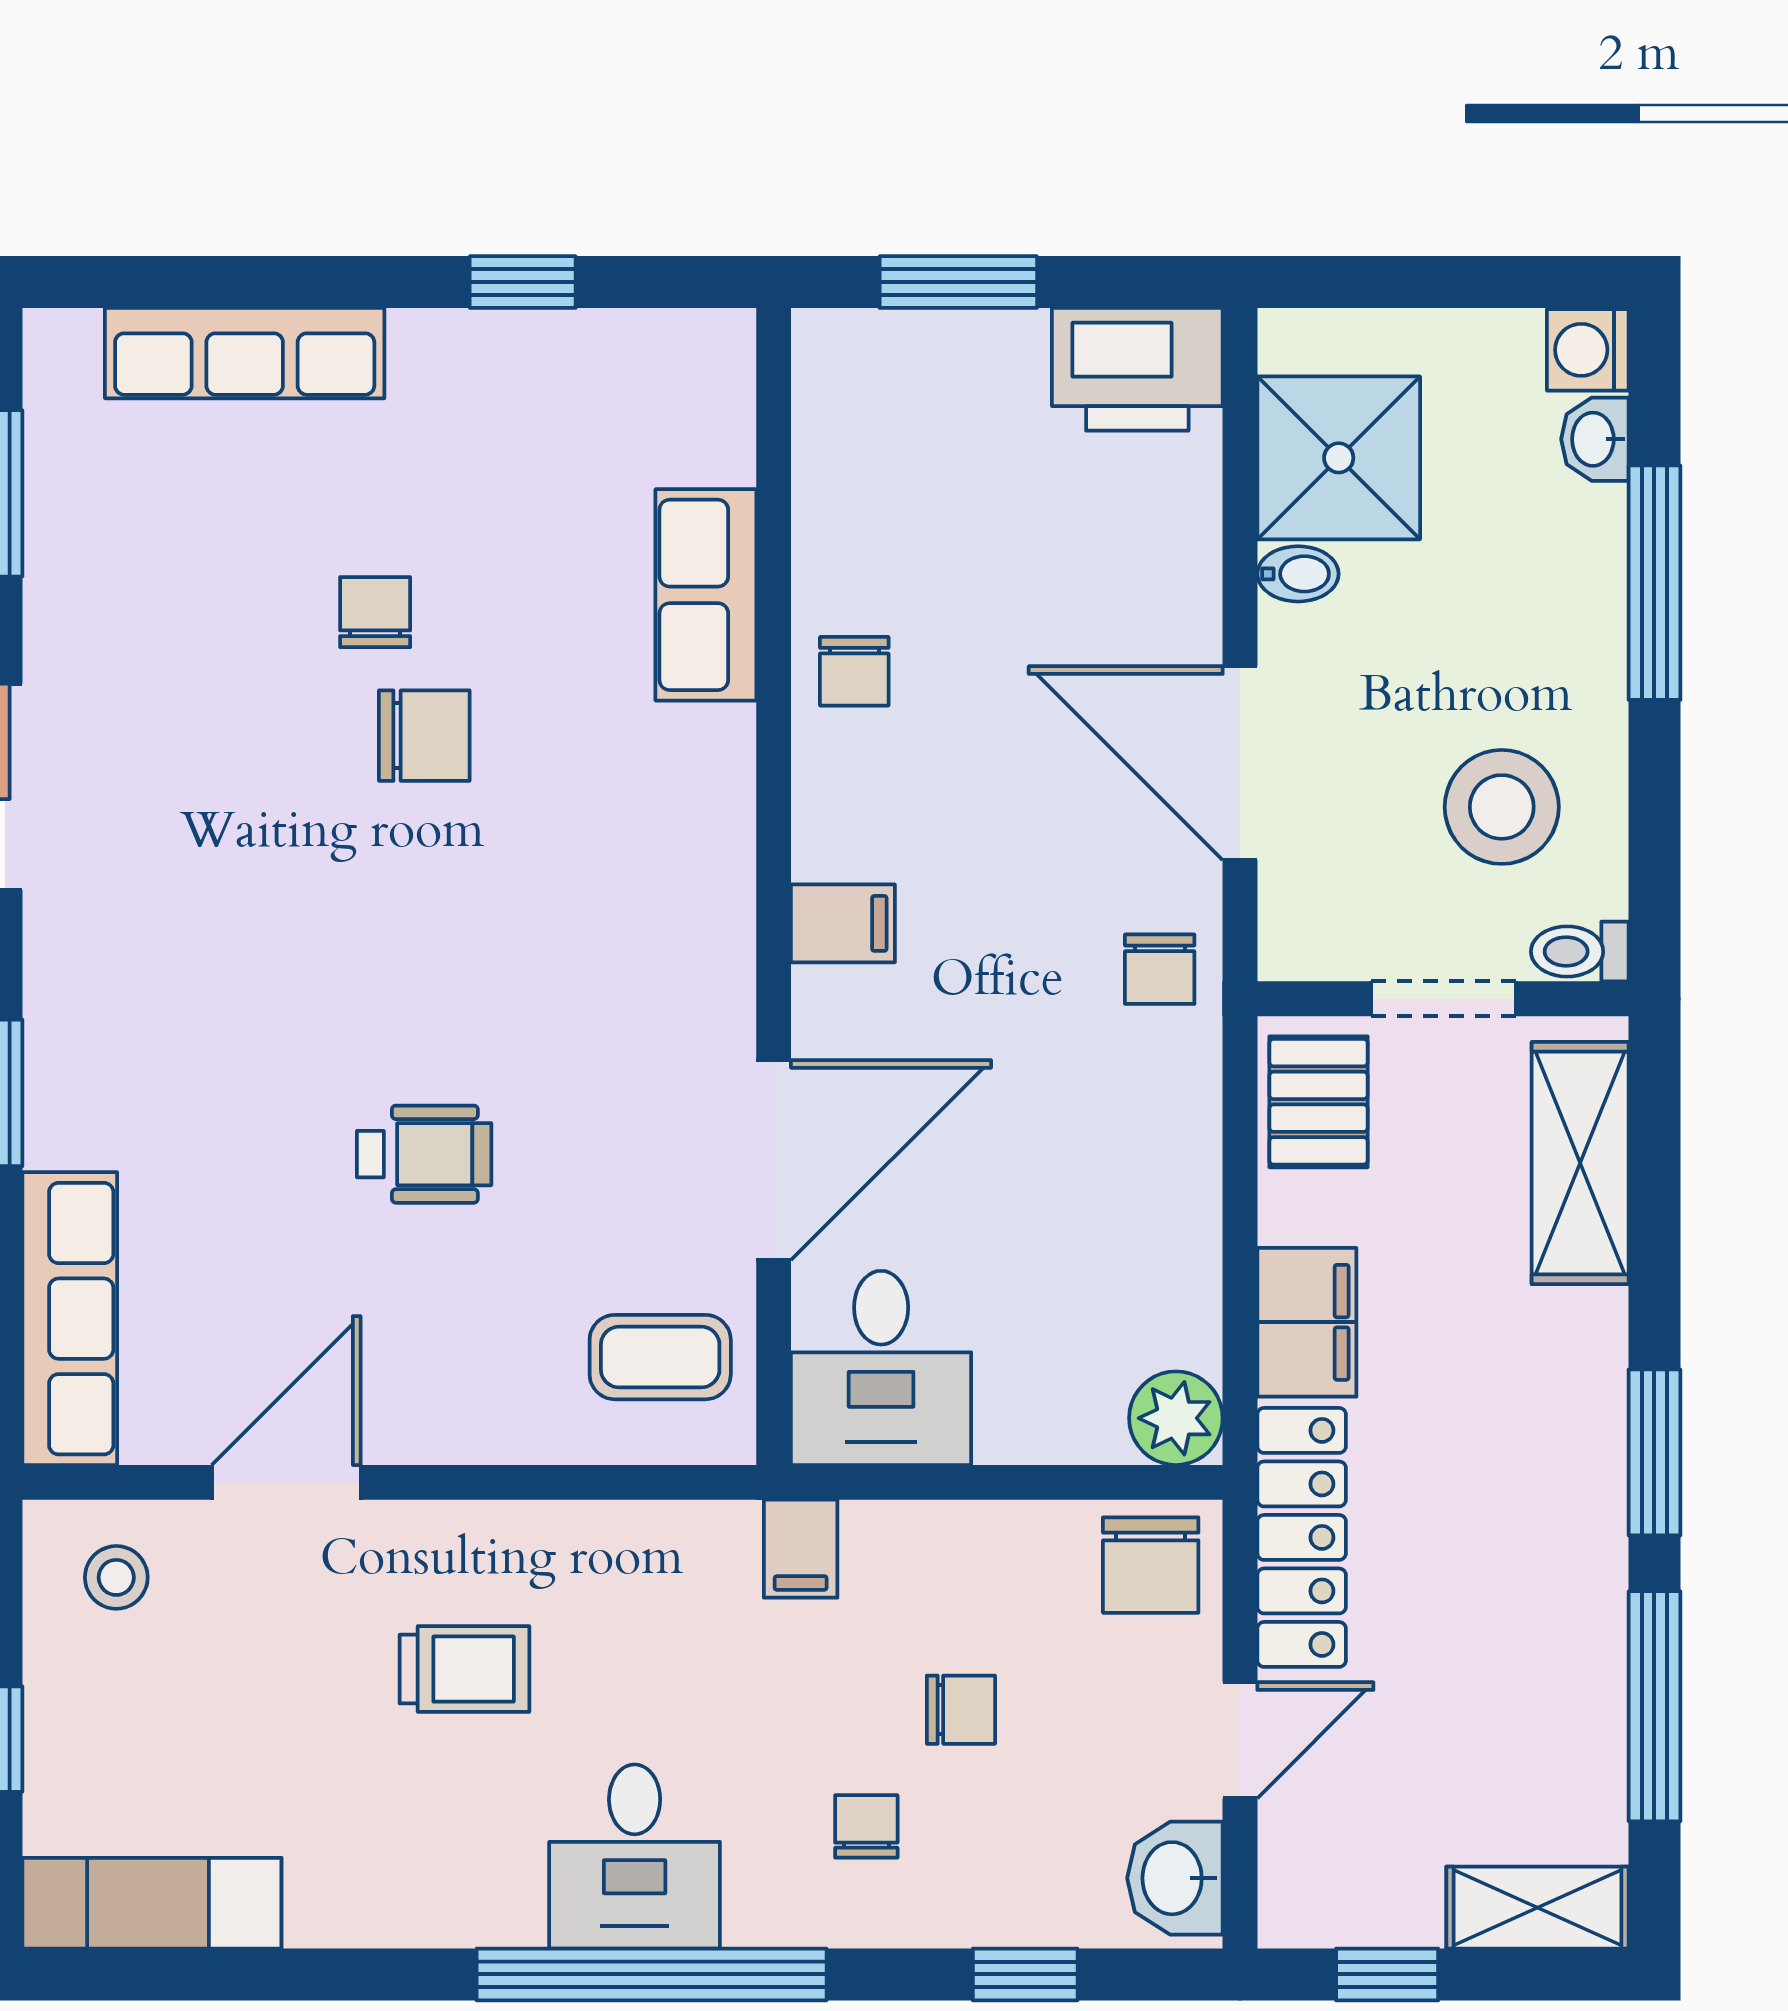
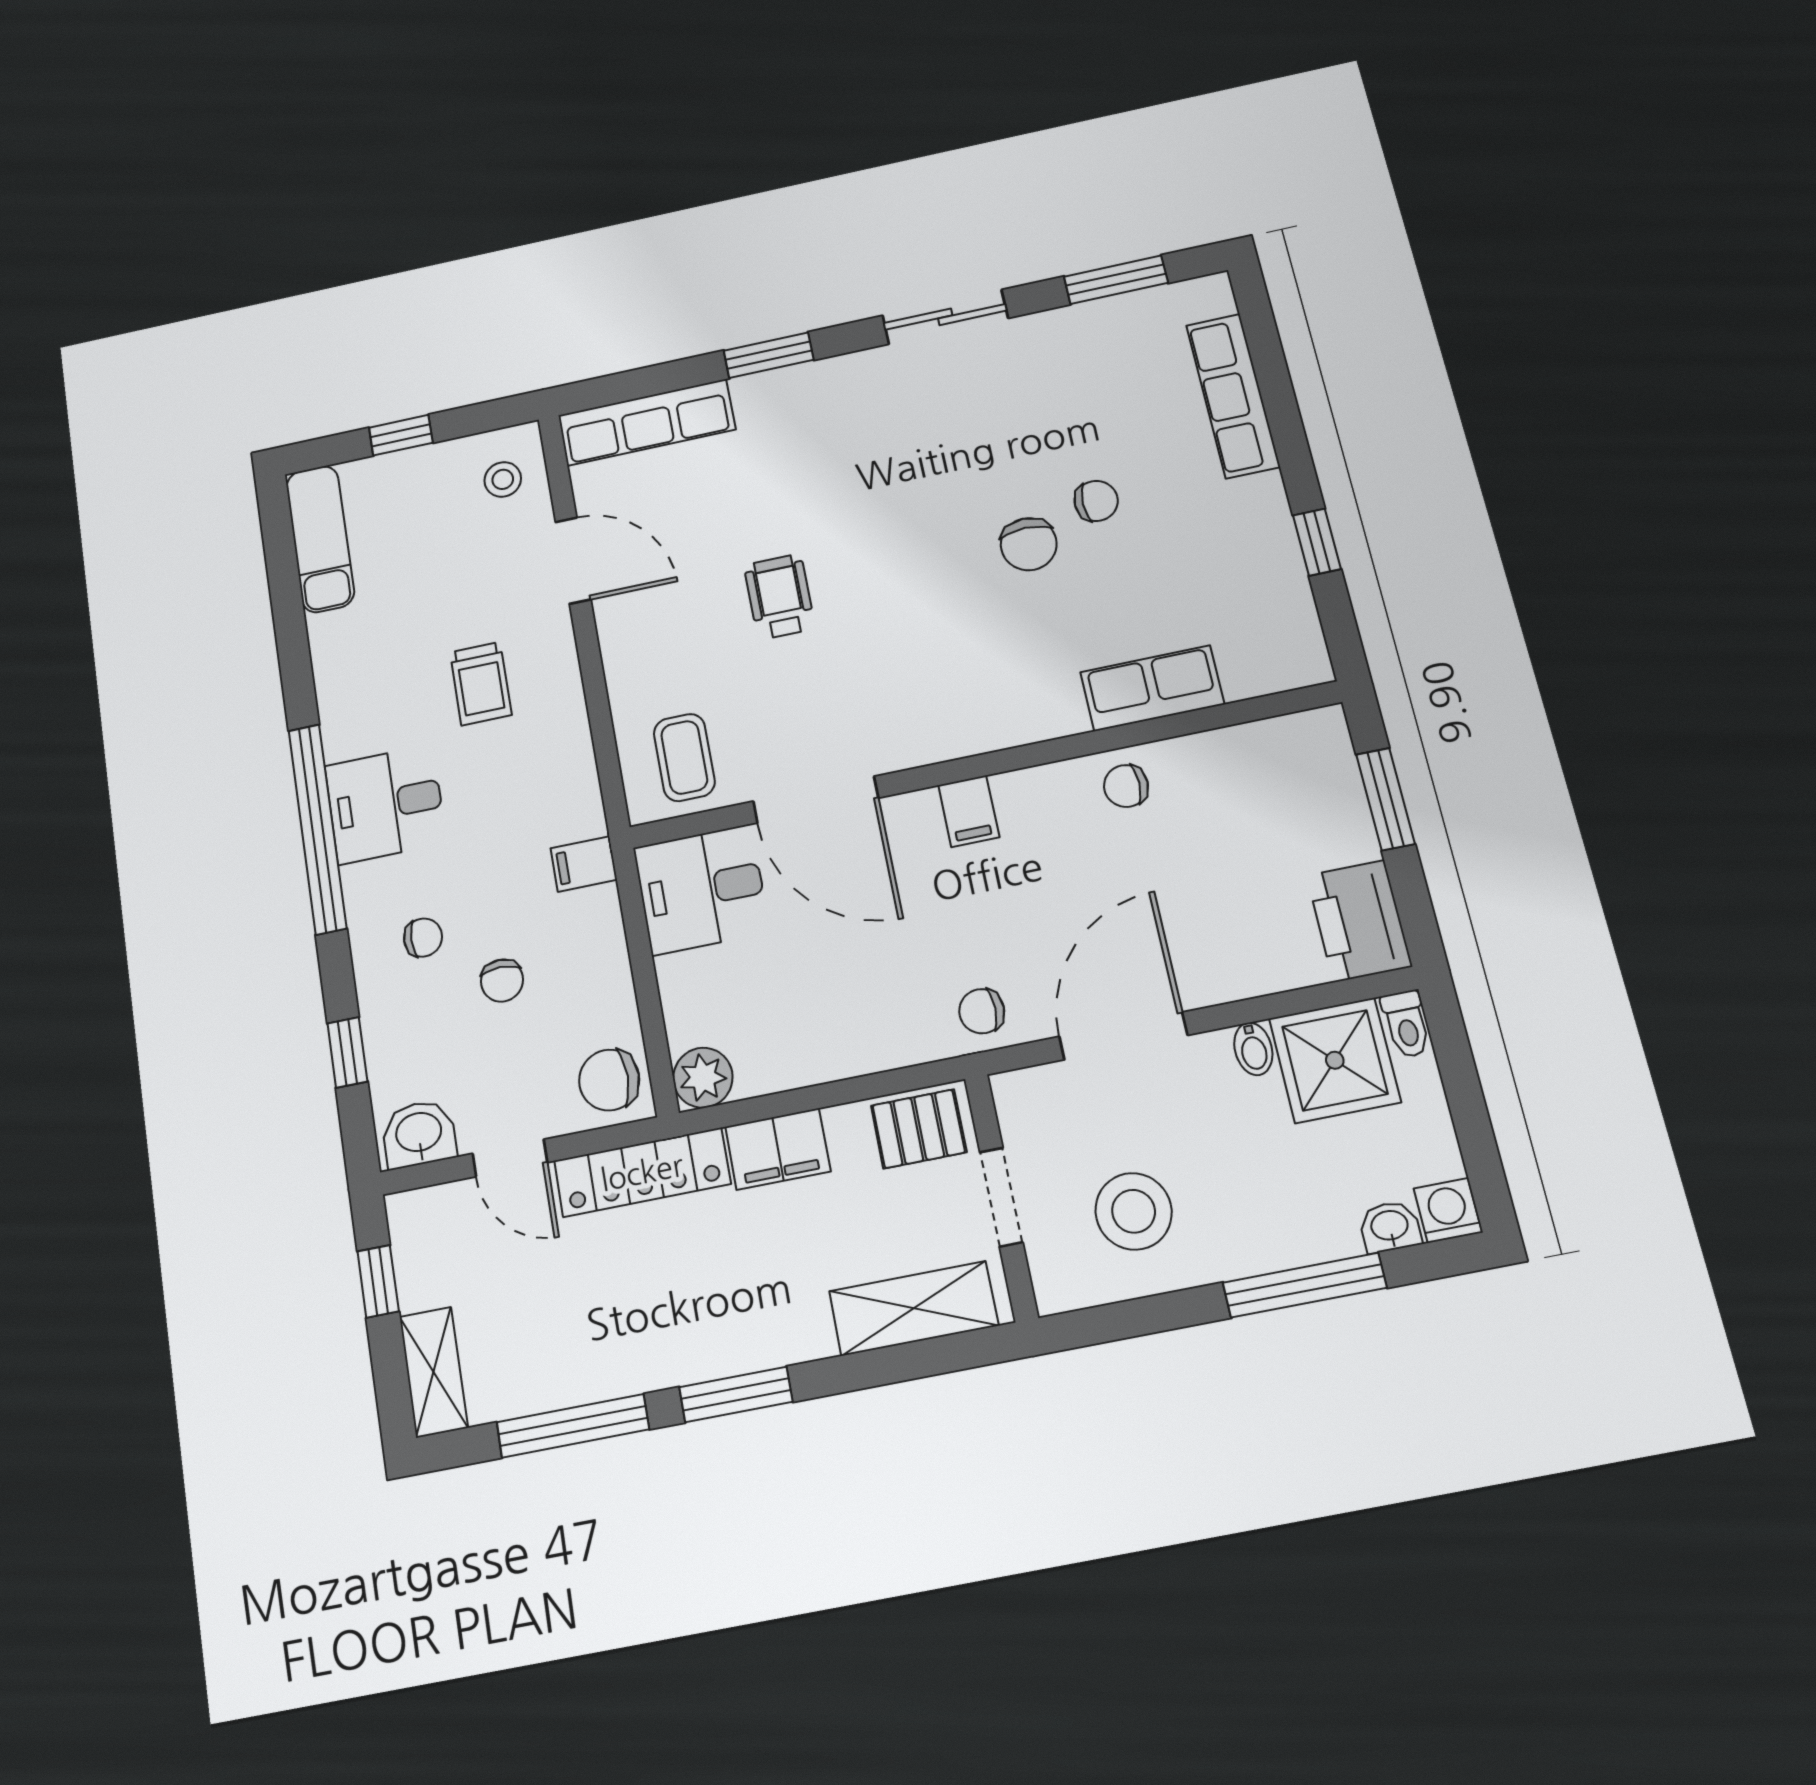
toilet: (1580, 952) -> (1406, 1024), moved, turned 180
wheelchair: (424, 1154) -> (780, 597), turned 180

